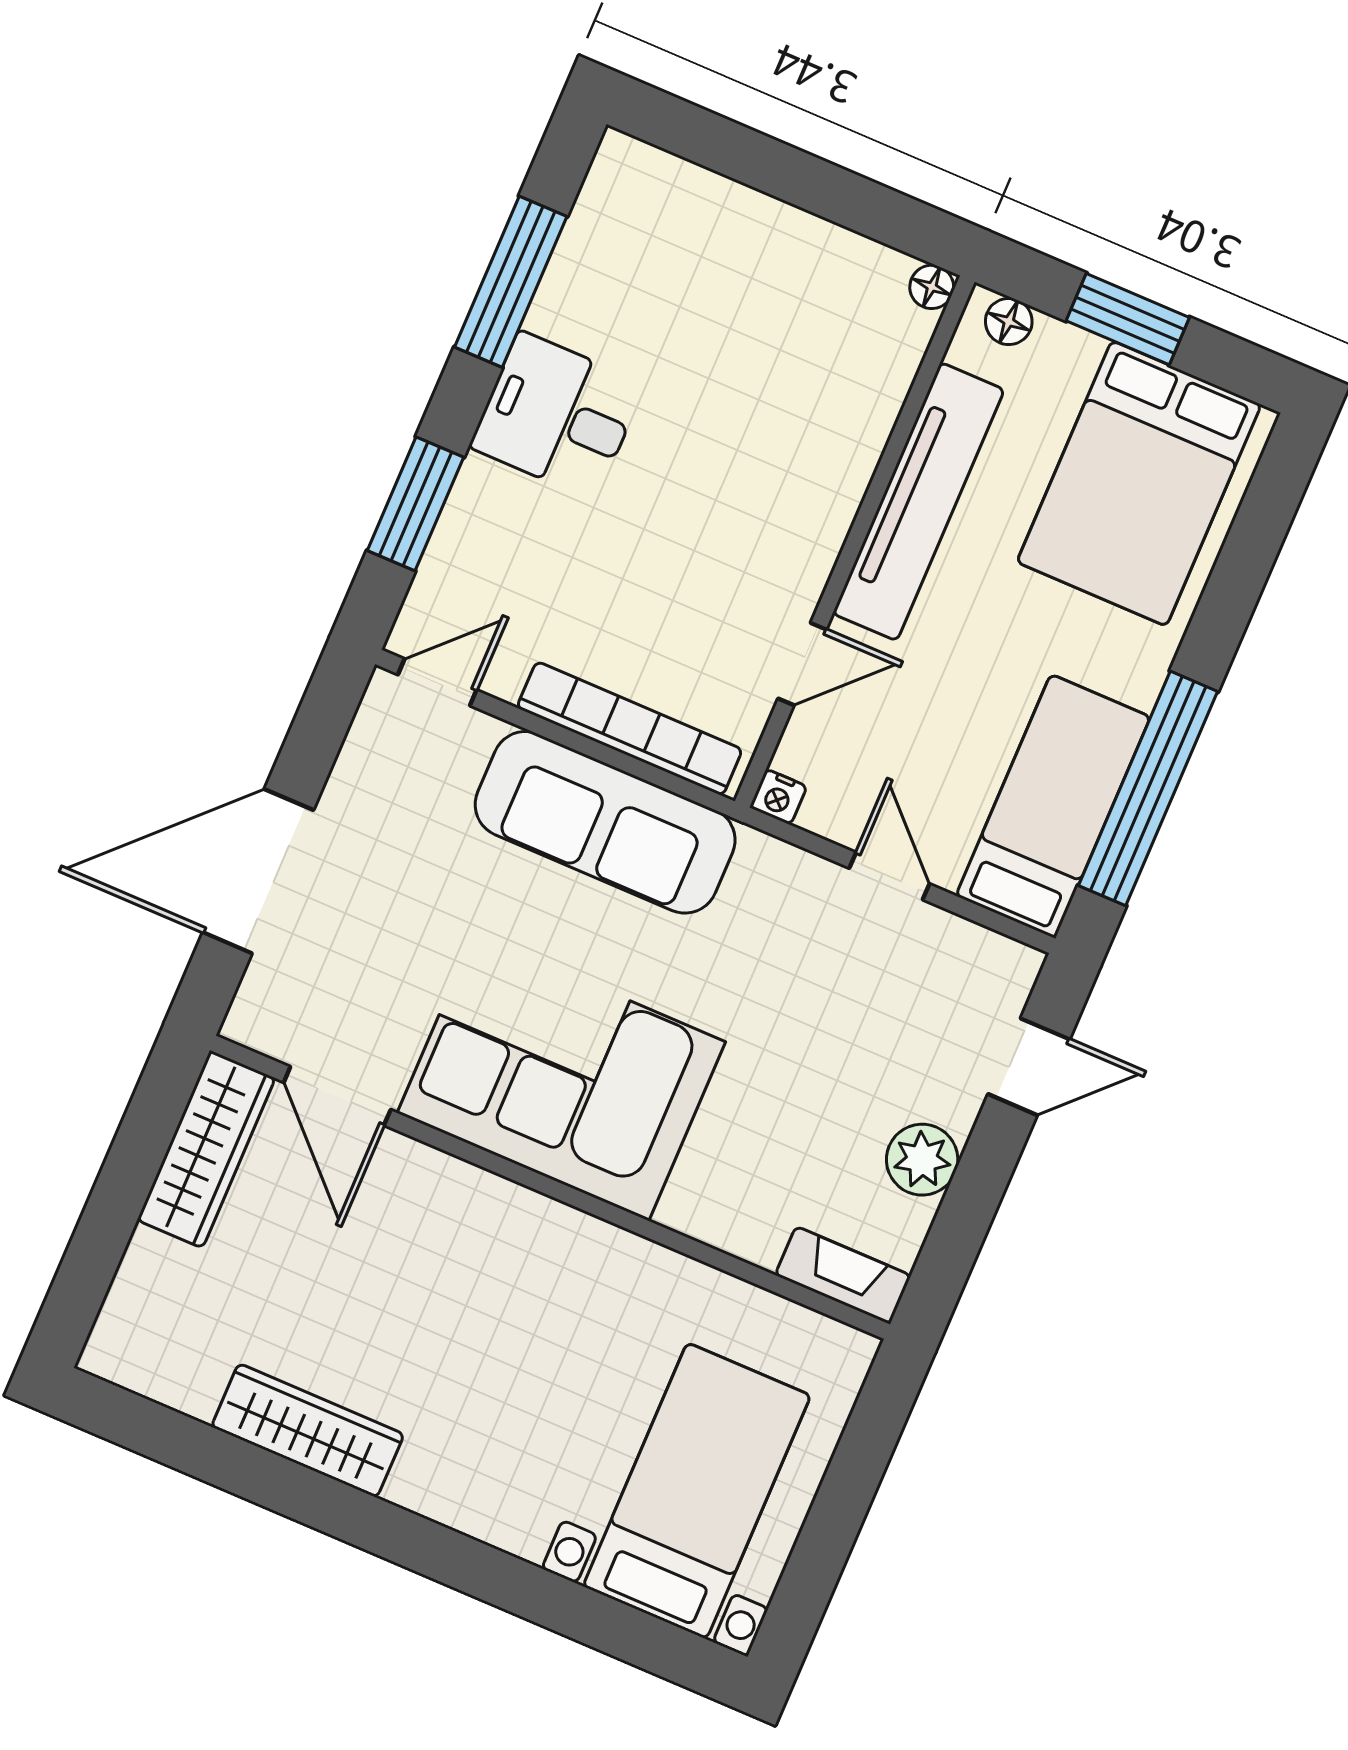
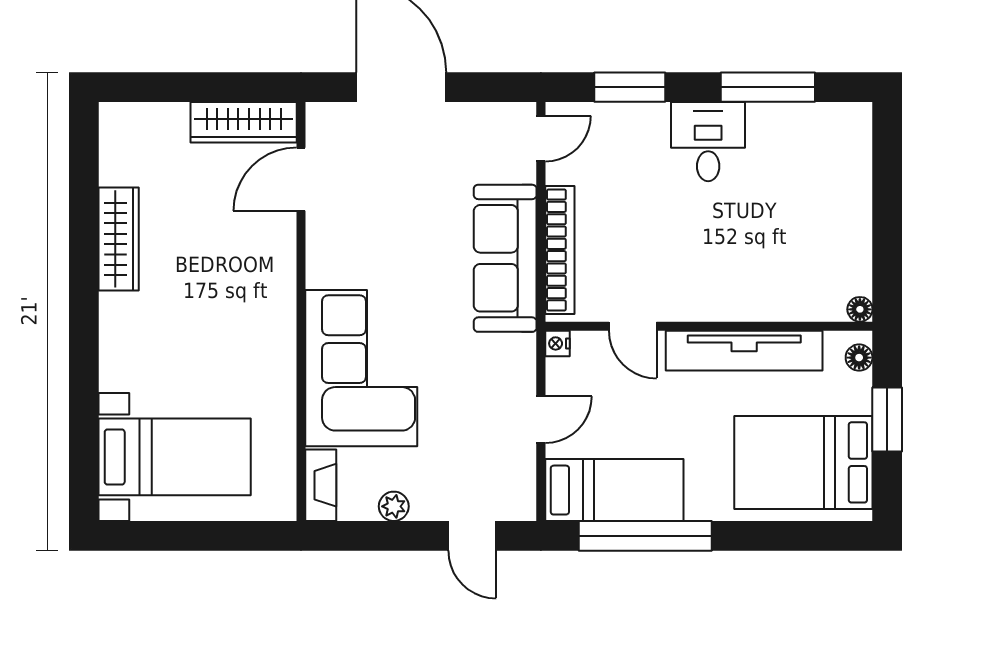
door: (437, 682) -> (541, 139), hinge flipped
corner sofa: (561, 1077) -> (361, 368), moved
plant: (922, 1160) -> (394, 506), width x0.73, depth x0.73

